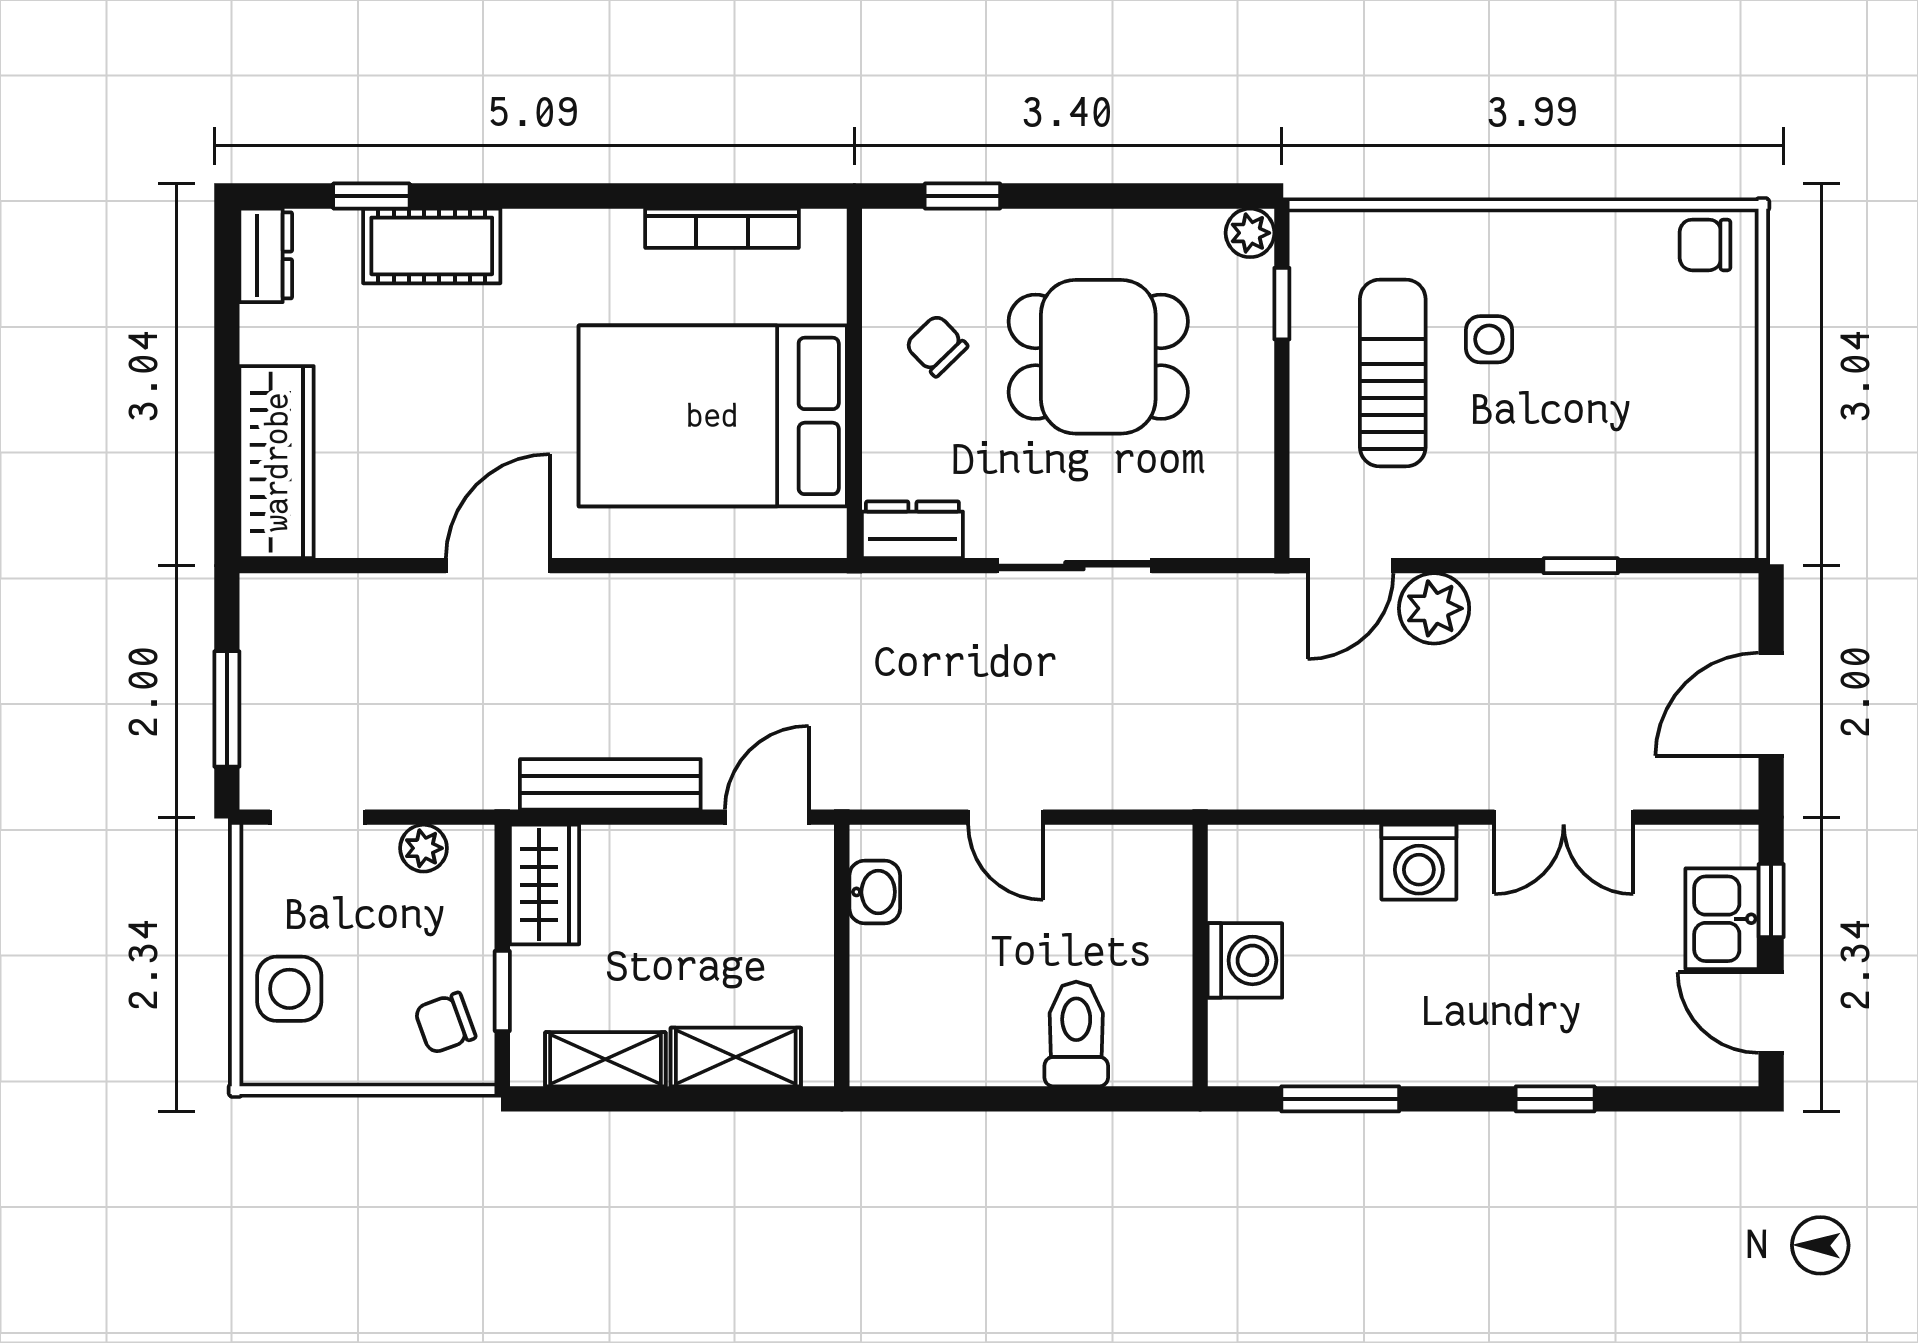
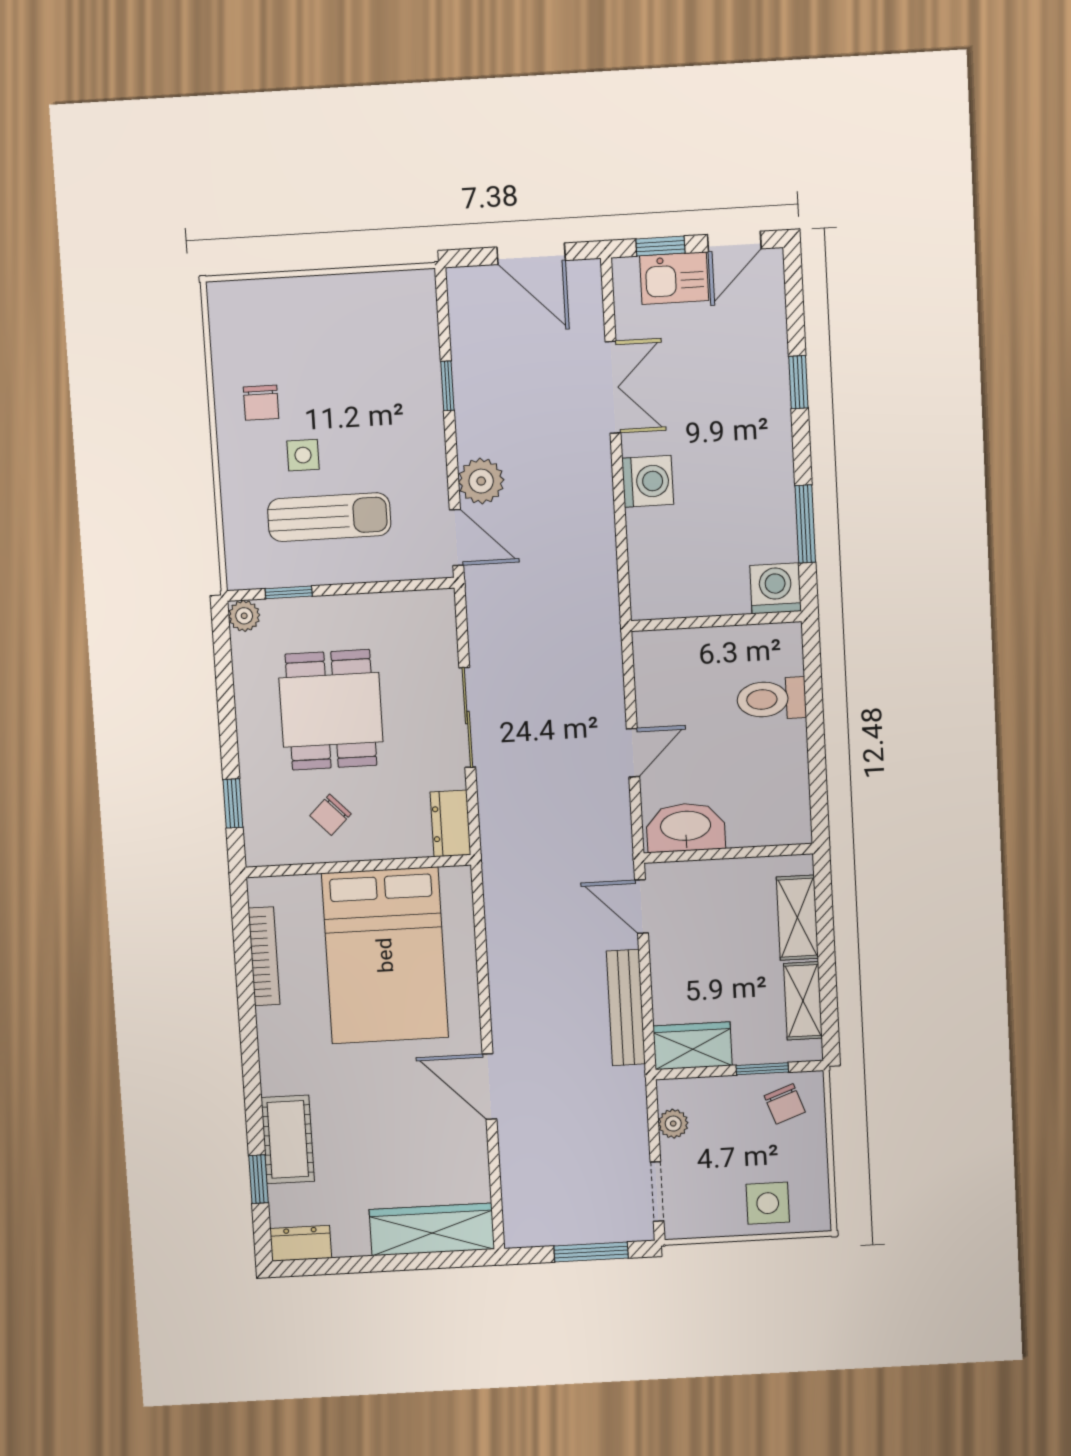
chair: (1705, 245) -> (261, 403), moved
sun lounger: (1393, 373) -> (329, 517), turned 180
washbasin: (875, 892) -> (686, 827), width x1.91, depth x1.45
washing machine: (1245, 960) -> (775, 588), moved

